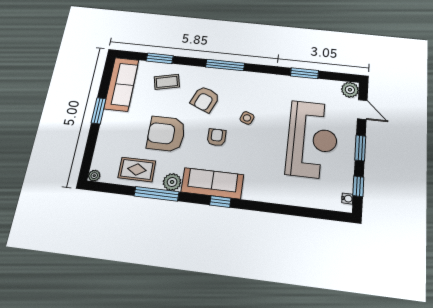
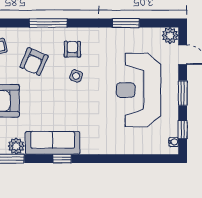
armchair: (217, 137) -> (72, 49), moved
reception desk: (312, 139) -> (139, 90), turned 180

